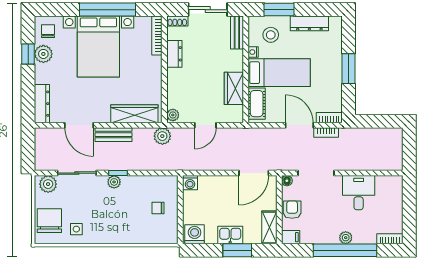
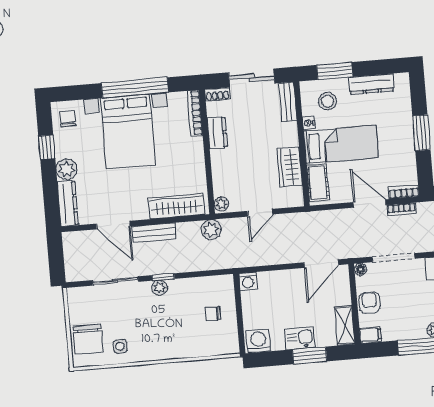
plant: (43, 54) -> (67, 169), moved
plant: (48, 184) -> (83, 297), removed
chair: (49, 221) -> (88, 339), turned 180

